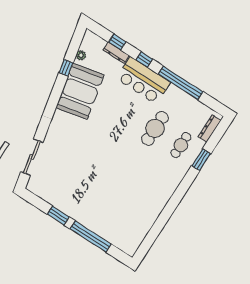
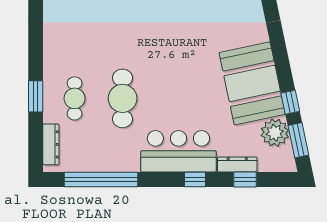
window: (75, 45) -> (298, 140), added
plant: (81, 55) -> (275, 133), width x1.88, depth x1.88
window: (181, 83) -> (101, 180), moved

